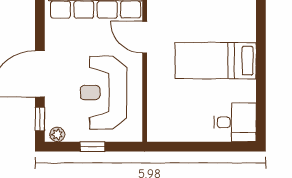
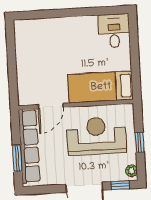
bed: (216, 61) -> (101, 87), moved, turned 90
reception desk: (104, 93) -> (96, 136), turned 180

